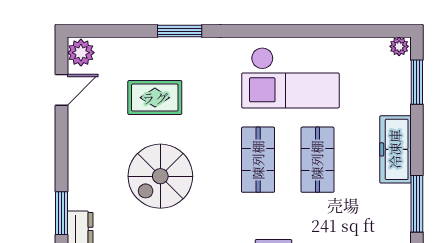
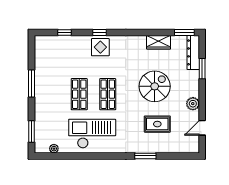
plant: (399, 46) -> (54, 149), moved
plant: (81, 53) -> (193, 104), moved
freezer: (395, 149) -> (42, 99), removed
window: (417, 204) -> (31, 84), moved

